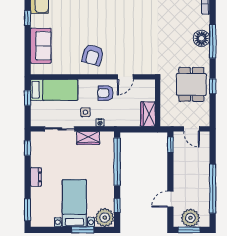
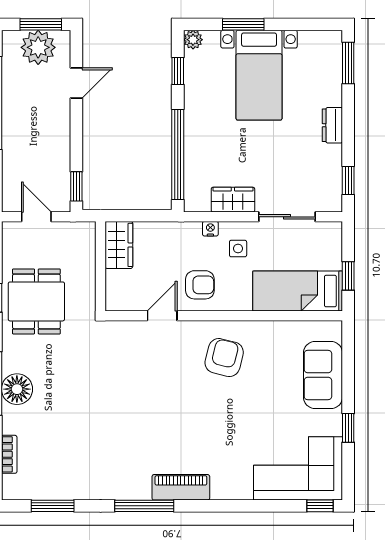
plant: (105, 218) -> (193, 40), width x0.53, depth x0.53

